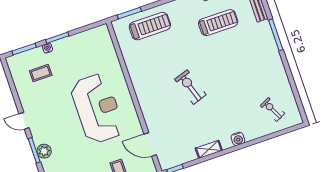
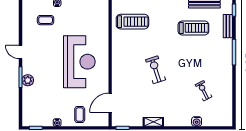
treadmill: (150, 26) -> (132, 22), moved
exercise bike: (272, 110) -> (204, 91), moved
water cooler: (238, 139) -> (197, 121), moved
door: (150, 144) -> (110, 103), hinge flipped

